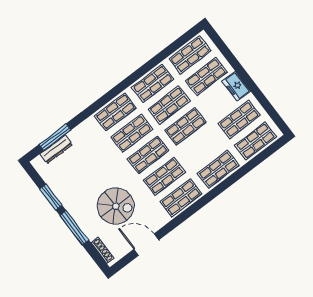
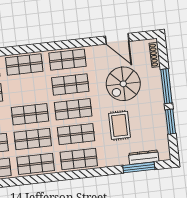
rug: (96, 165) -> (119, 125), added
spiral stairs: (116, 206) -> (123, 84), turned -90

